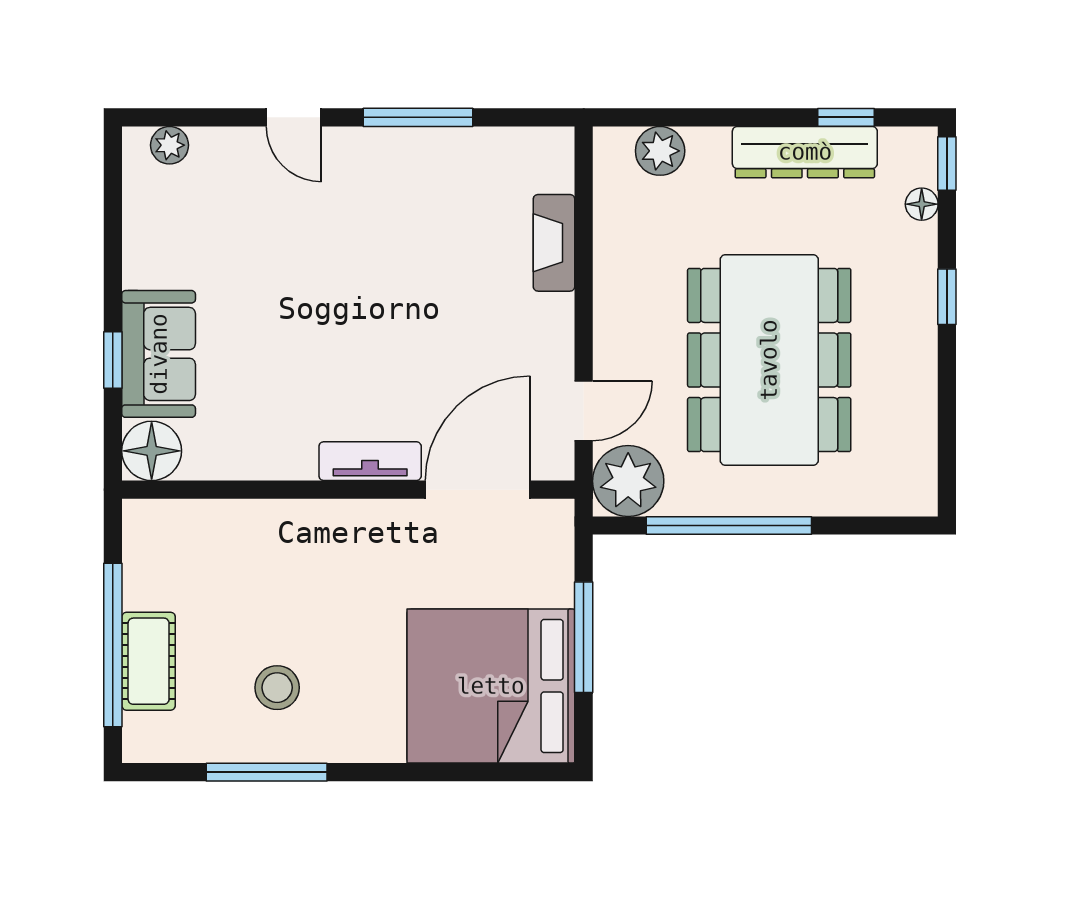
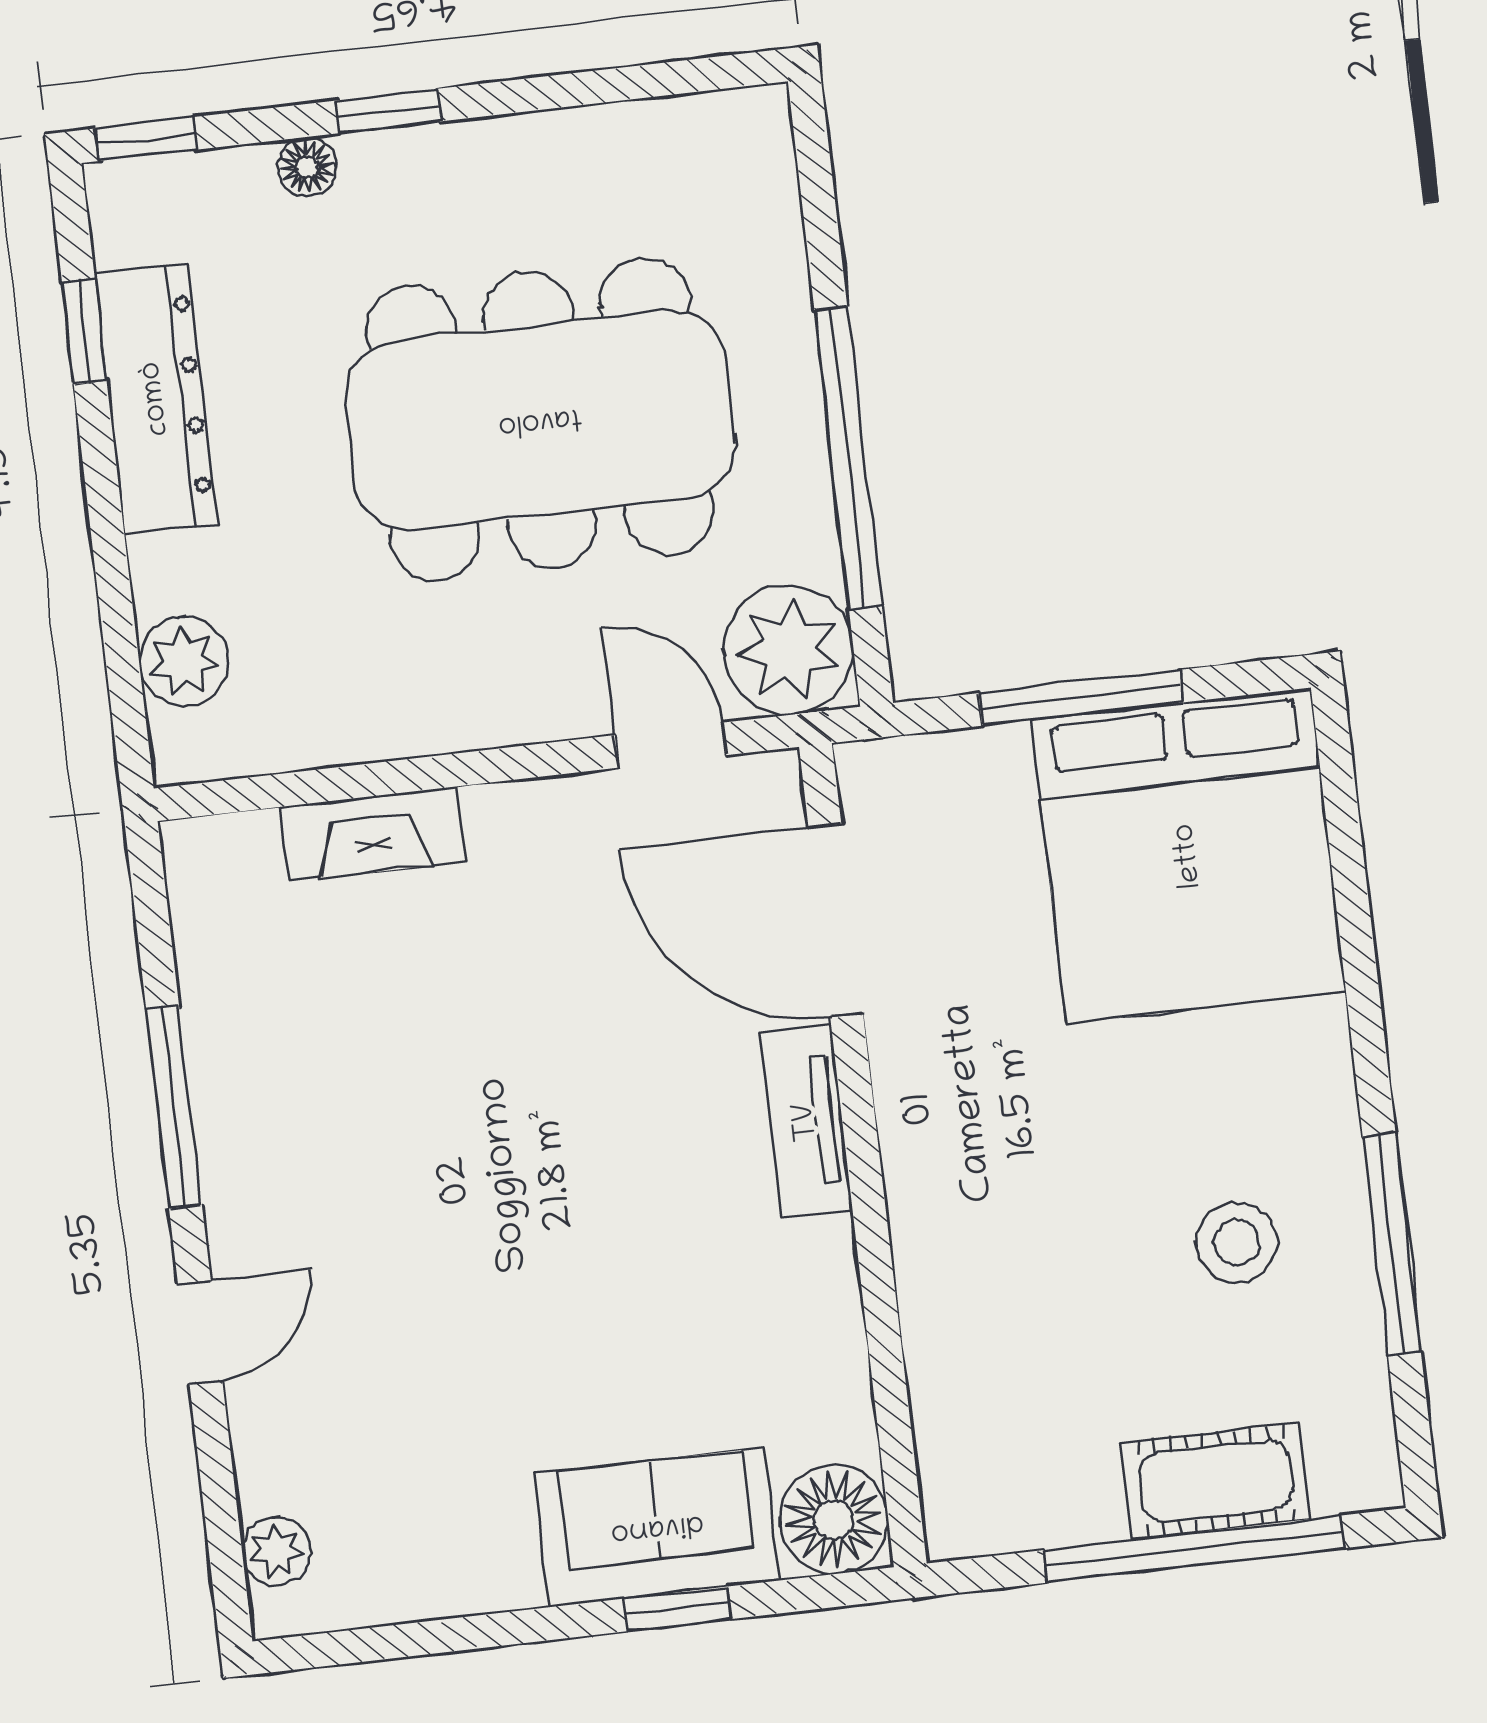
floor lamp: (922, 204) -> (307, 167), moved

